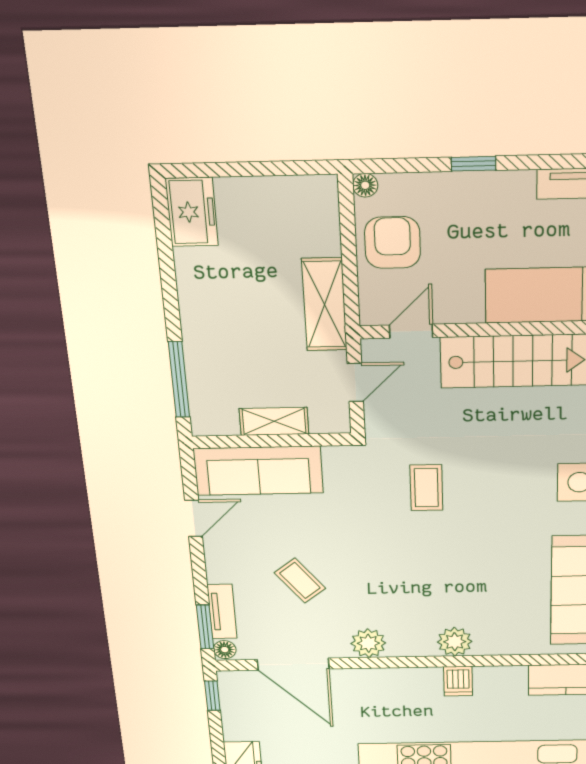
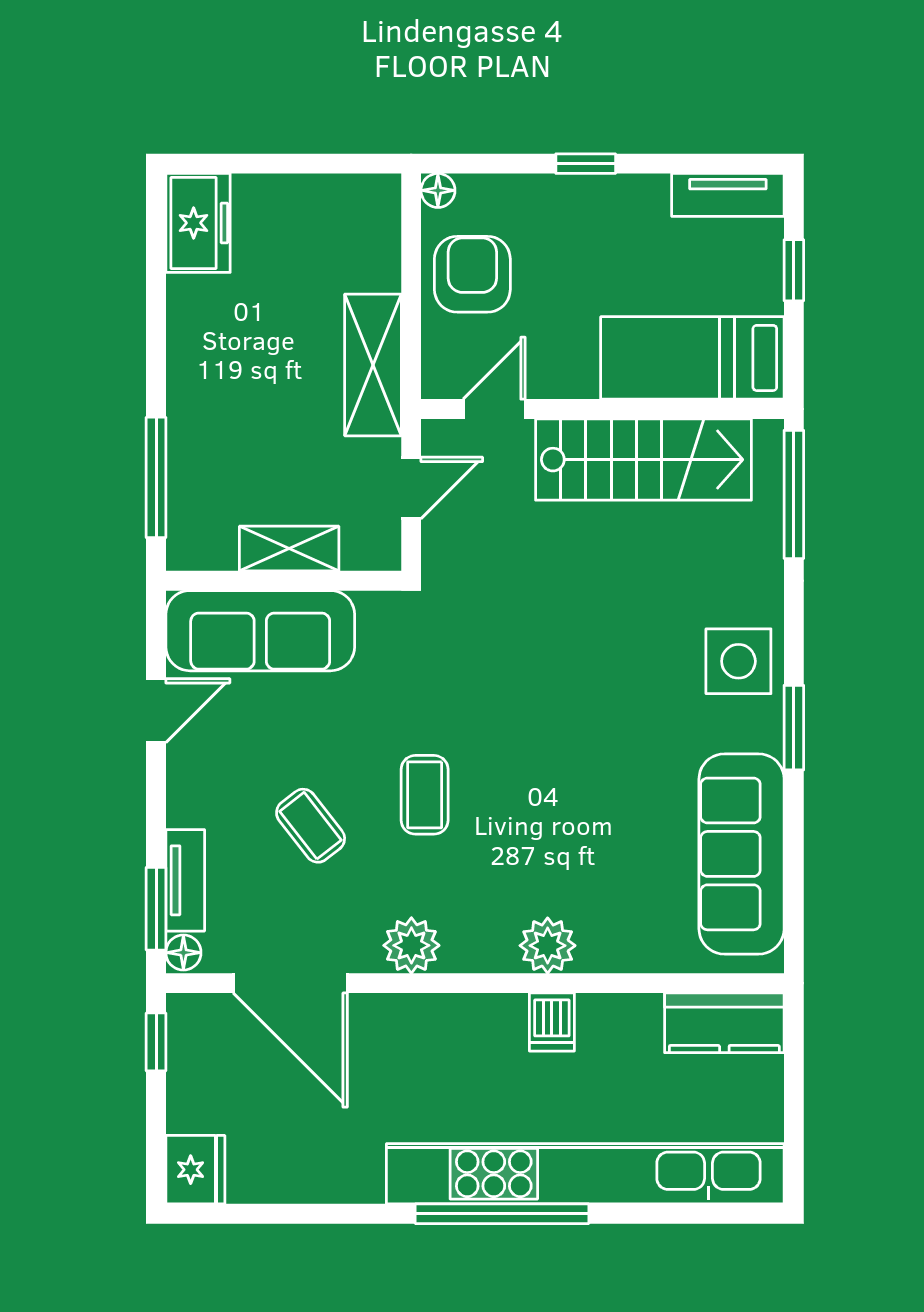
coffee table: (426, 488) -> (425, 795), moved

